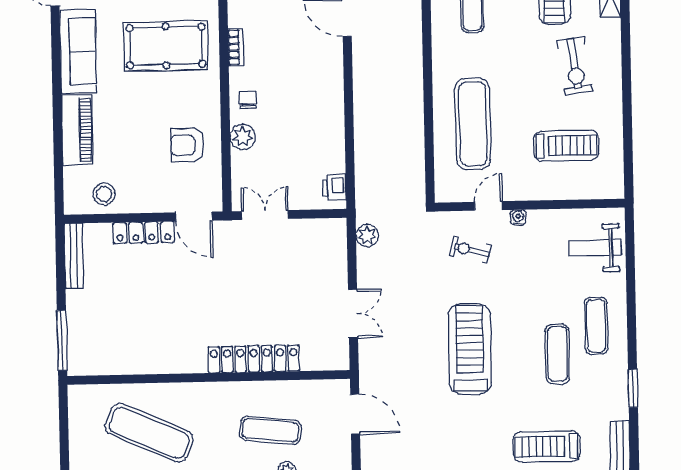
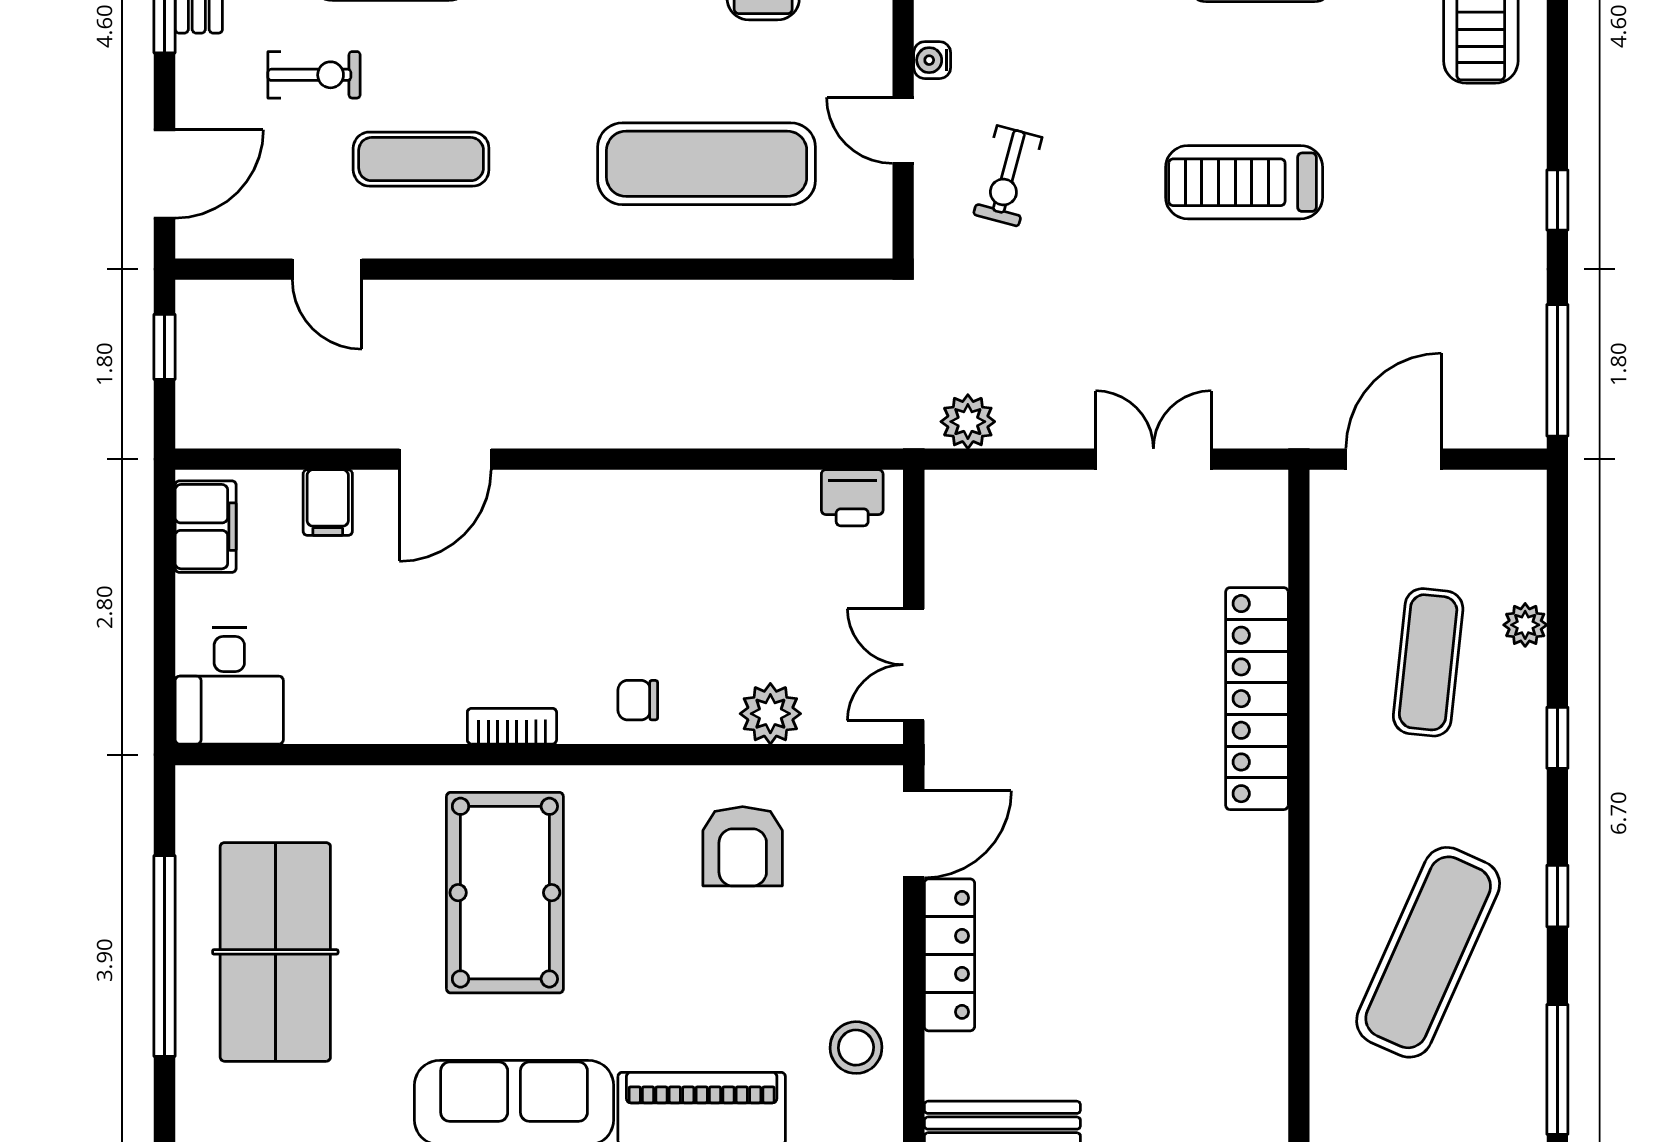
plant: (243, 137) -> (770, 714), moved
treadmill: (470, 349) -> (1244, 182), width x0.73, depth x0.73

